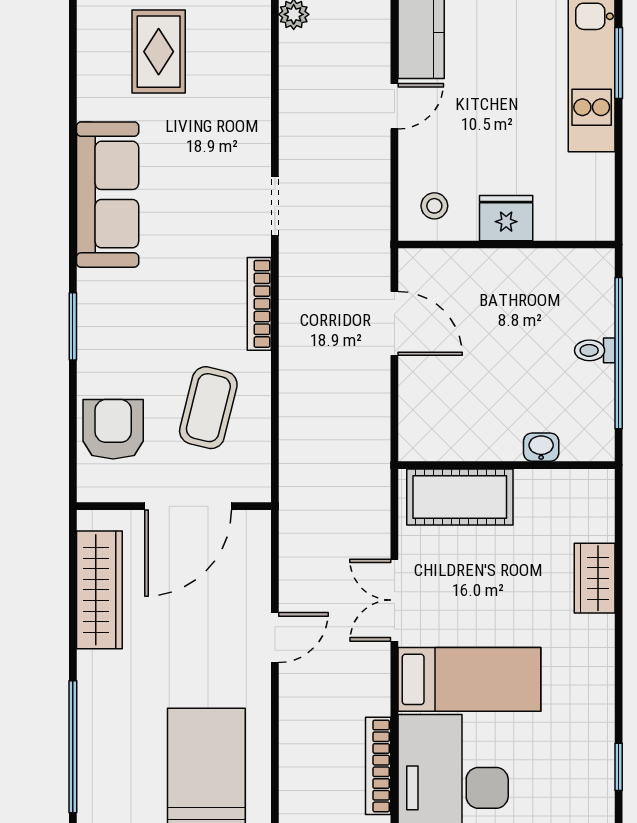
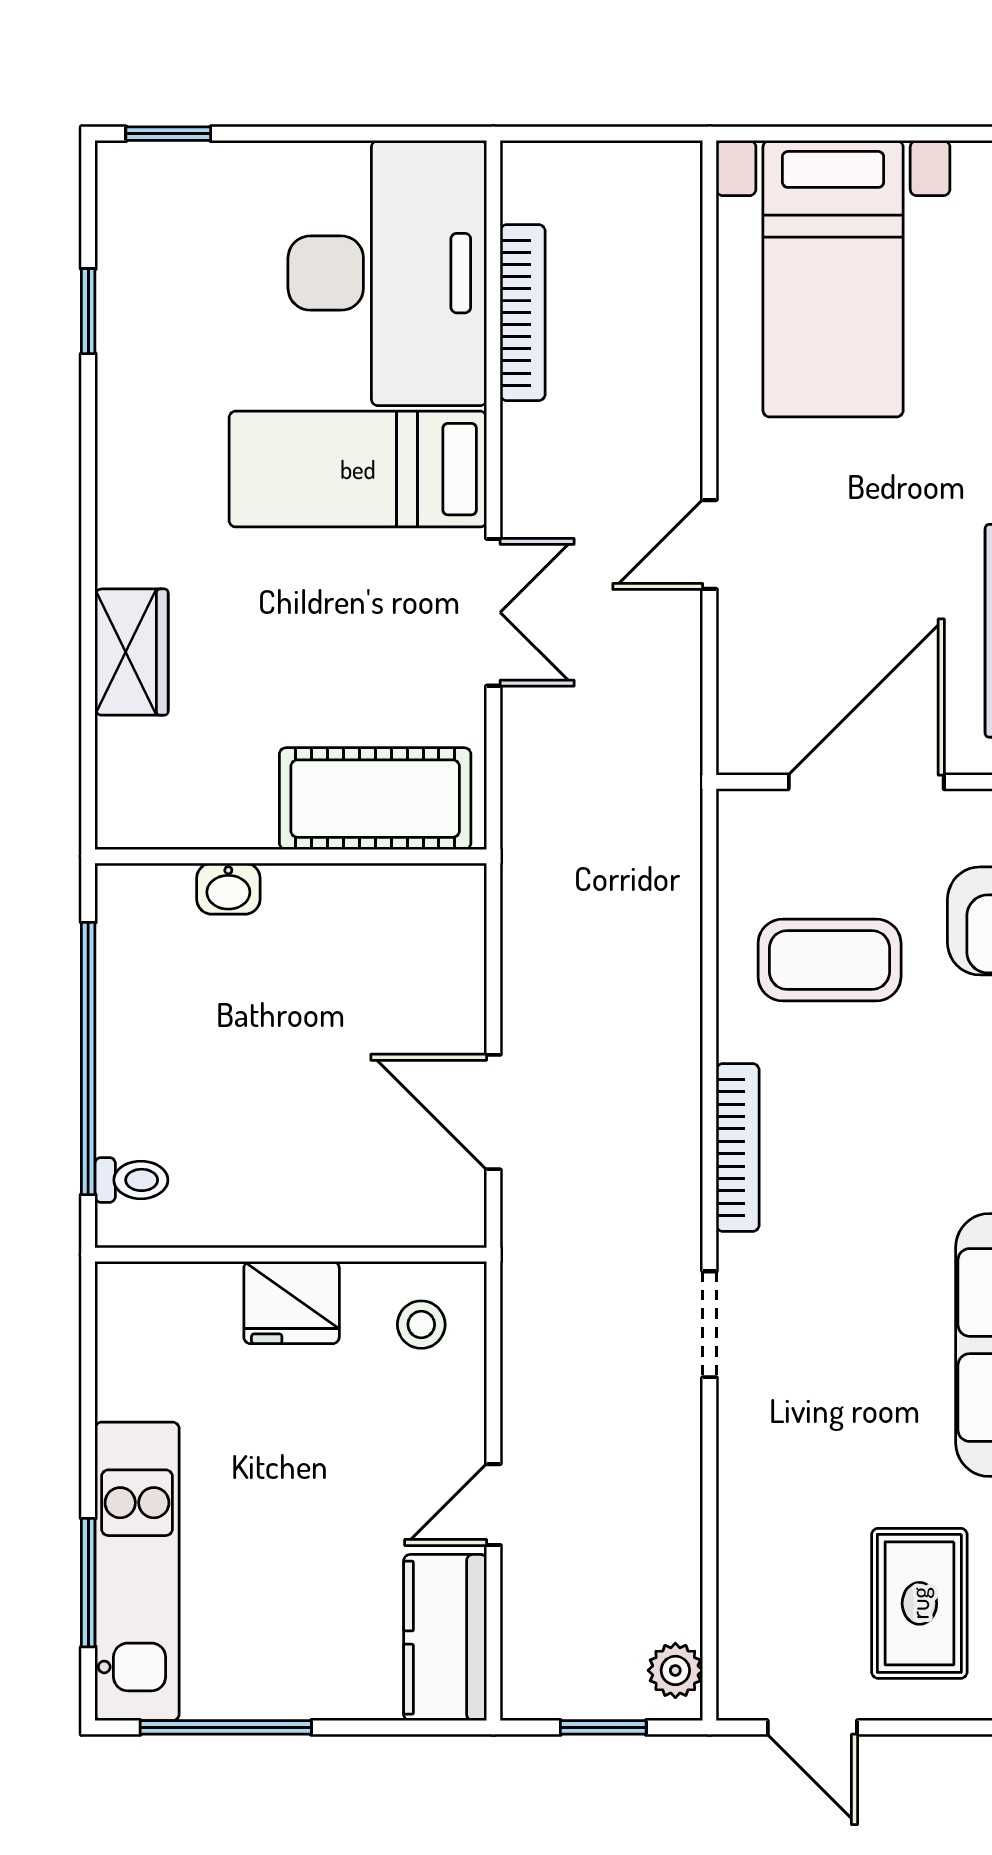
toilet: (595, 350) -> (131, 1180), moved
coffee table: (208, 408) -> (830, 960), turned 76

